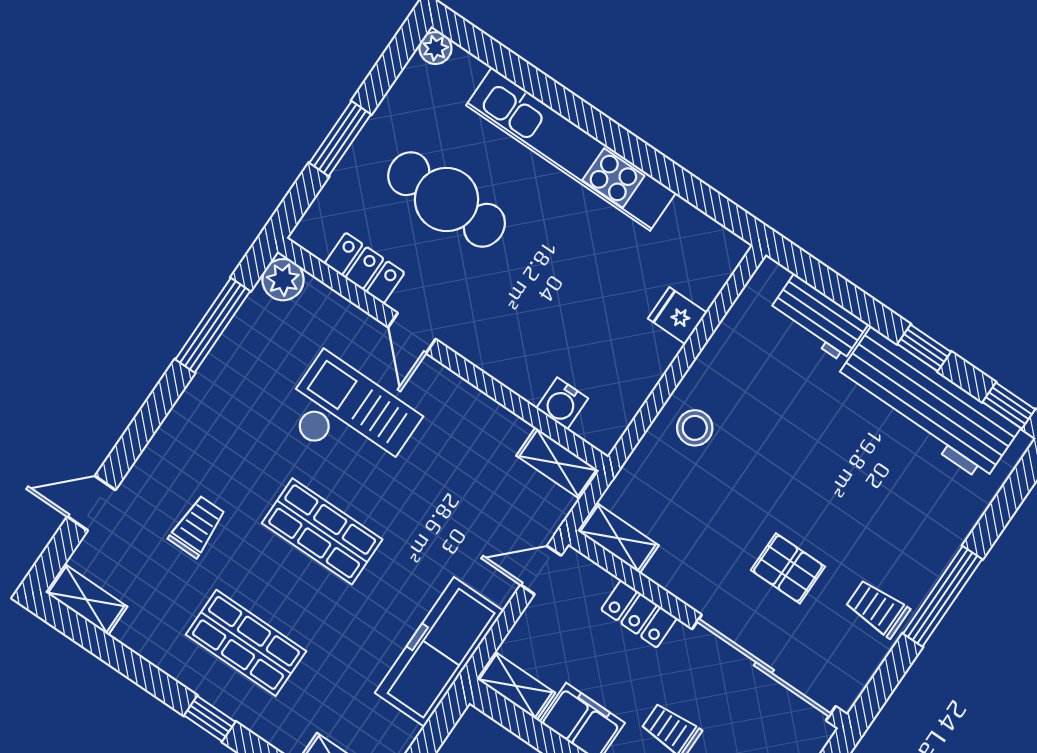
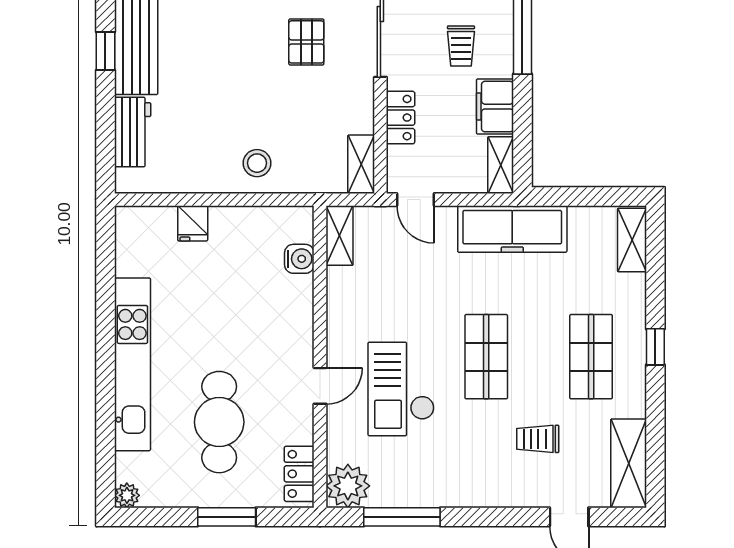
locker: (365, 268) -> (299, 474), moved
plant: (283, 280) -> (348, 486), width x1.36, depth x1.36
shelving: (86, 599) -> (629, 463), width x1.50, depth x1.33

